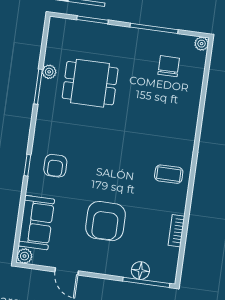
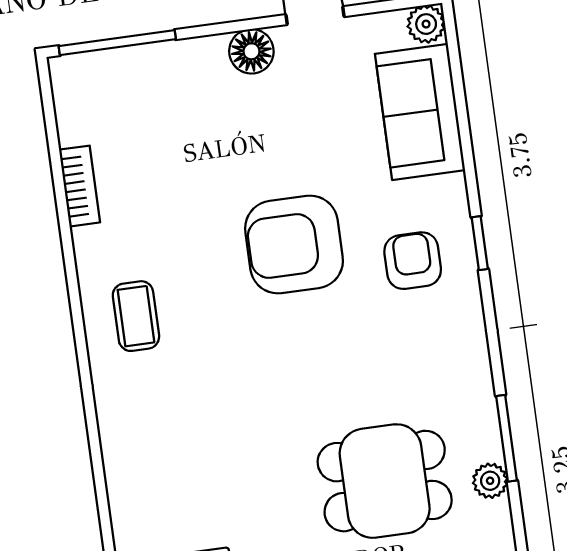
coffee table: (169, 174) -> (136, 316), turned 90
armchair: (105, 221) -> (294, 245), moved, turned -90
floor lamp: (140, 271) -> (251, 51), moved

